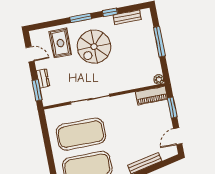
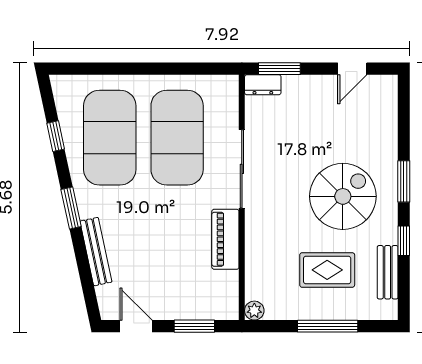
rug: (60, 43) -> (327, 270), moved
spiral stairs: (94, 47) -> (343, 196), turned 90
dresser: (43, 78) -> (263, 85), moved
piano: (151, 96) -> (225, 239), moved

